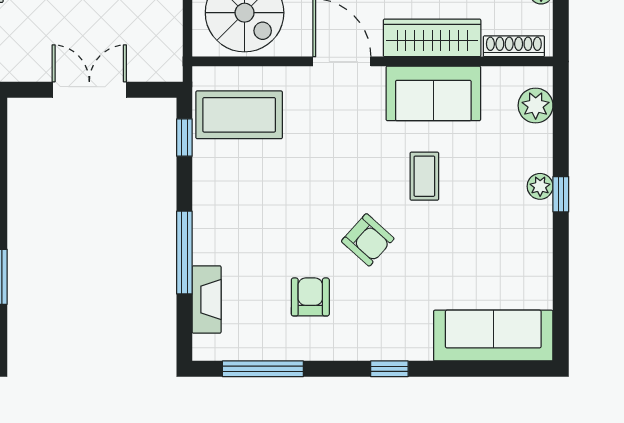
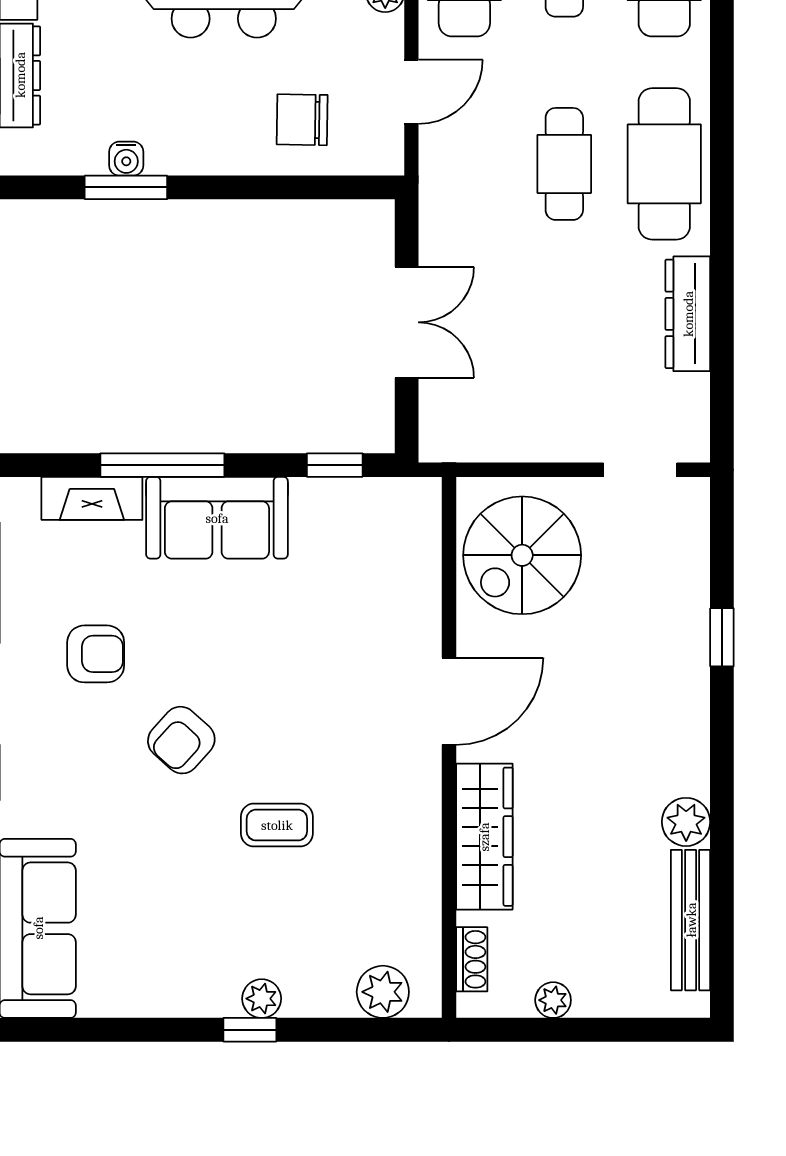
shoe rack: (514, 46) -> (472, 959), width x0.70
sofa: (433, 93) -> (217, 518), moved, turned -90
coffee table: (239, 115) -> (369, 547), removed

